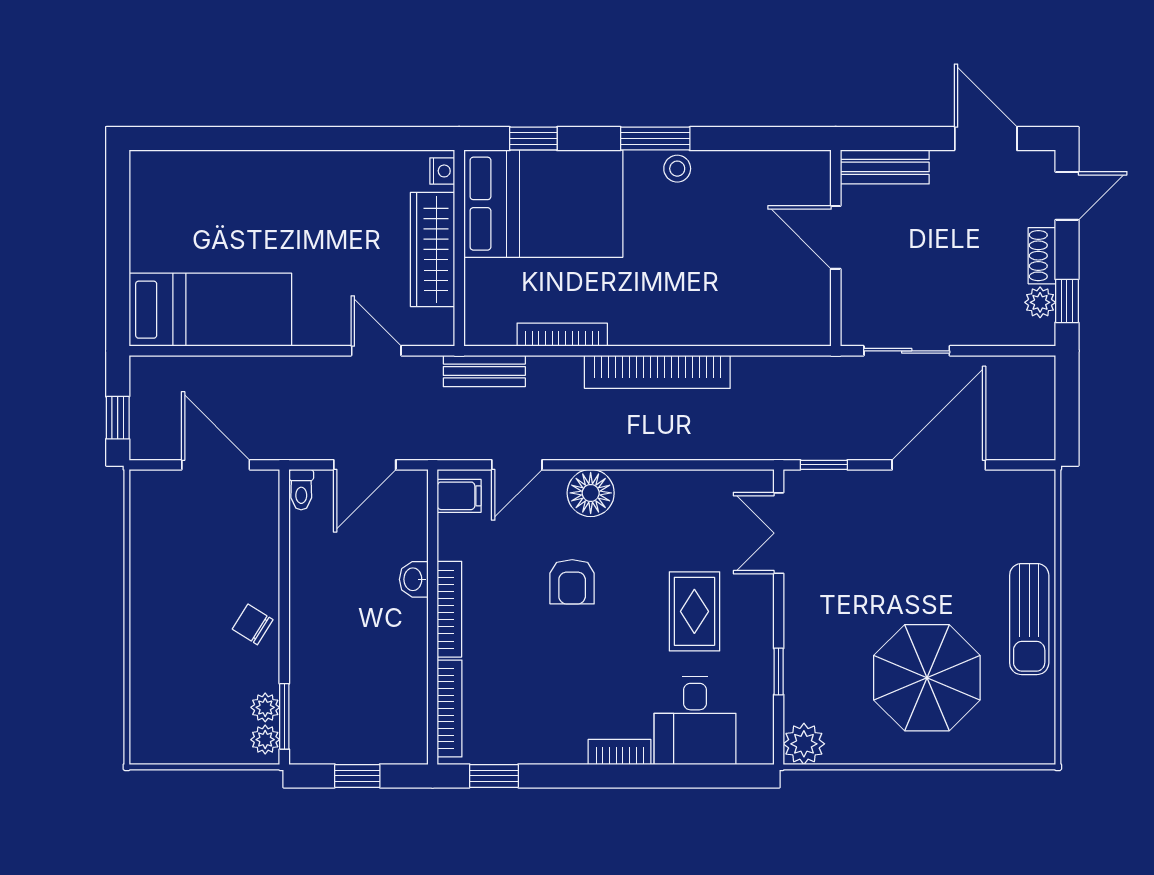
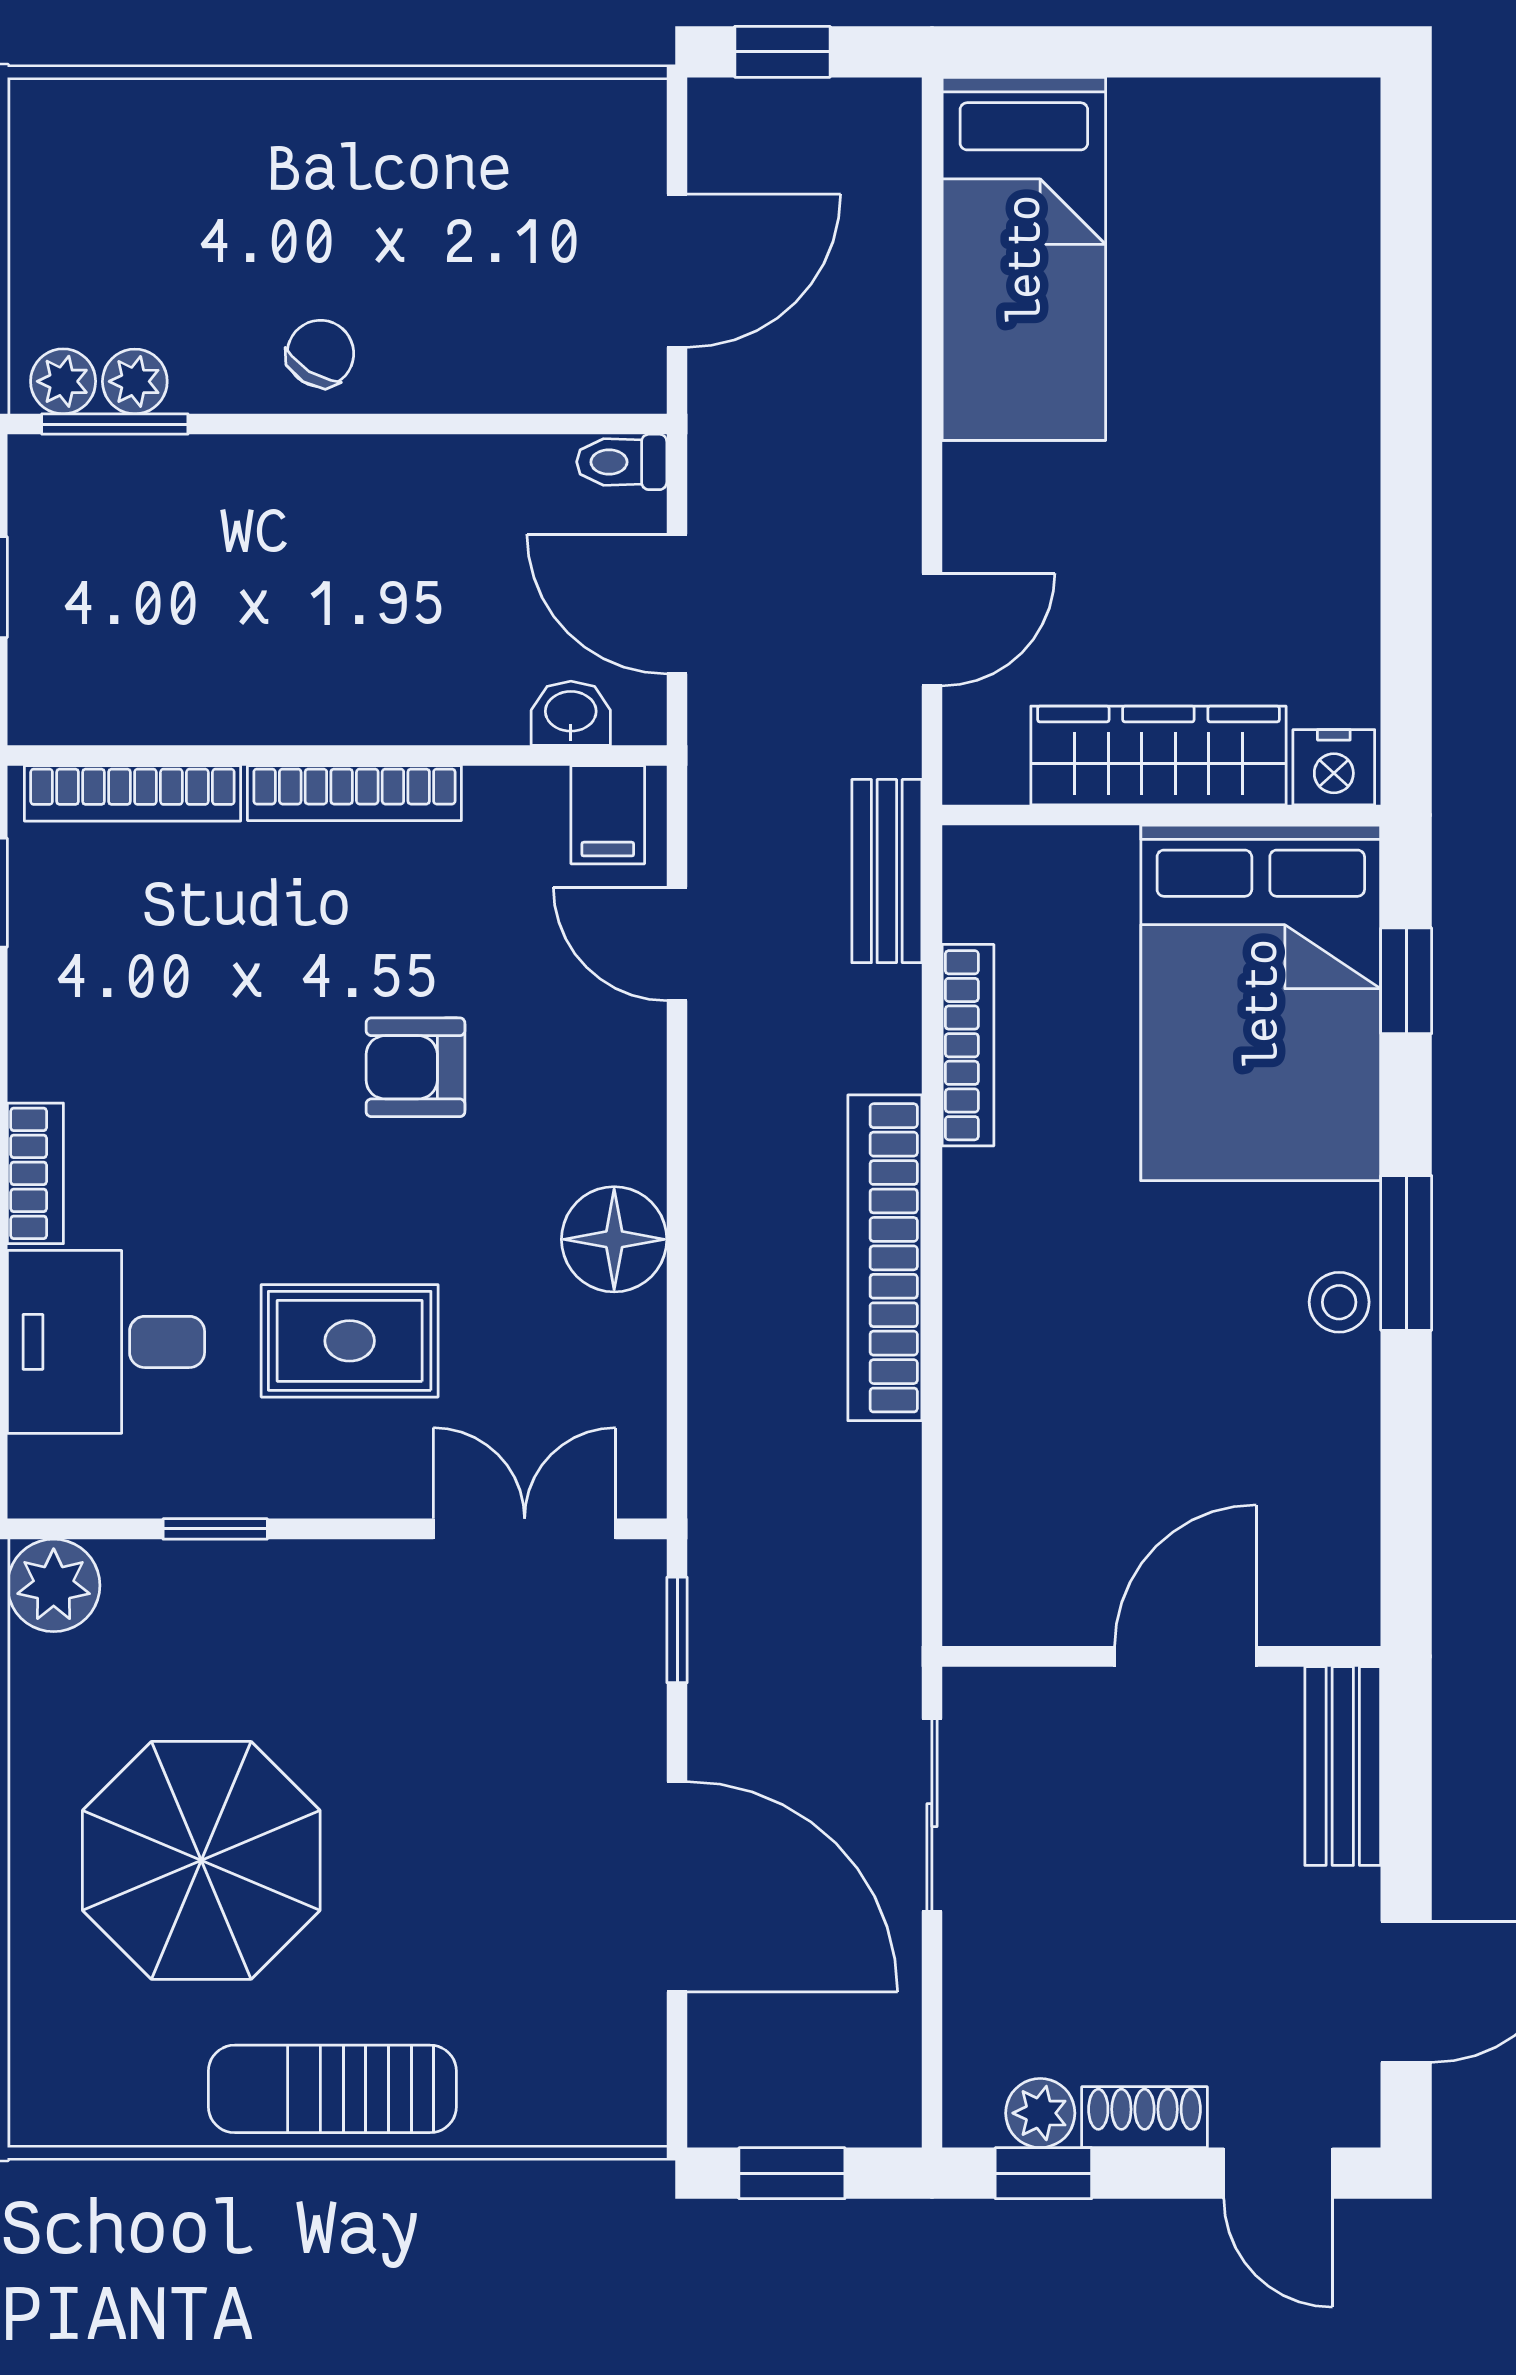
nightstand: (442, 171) -> (1334, 767), width x1.39, depth x1.35
window: (1067, 413) -> (792, 2173), added
floor lamp: (591, 493) -> (614, 1239), moved
washbasin: (414, 579) -> (571, 713), moved

